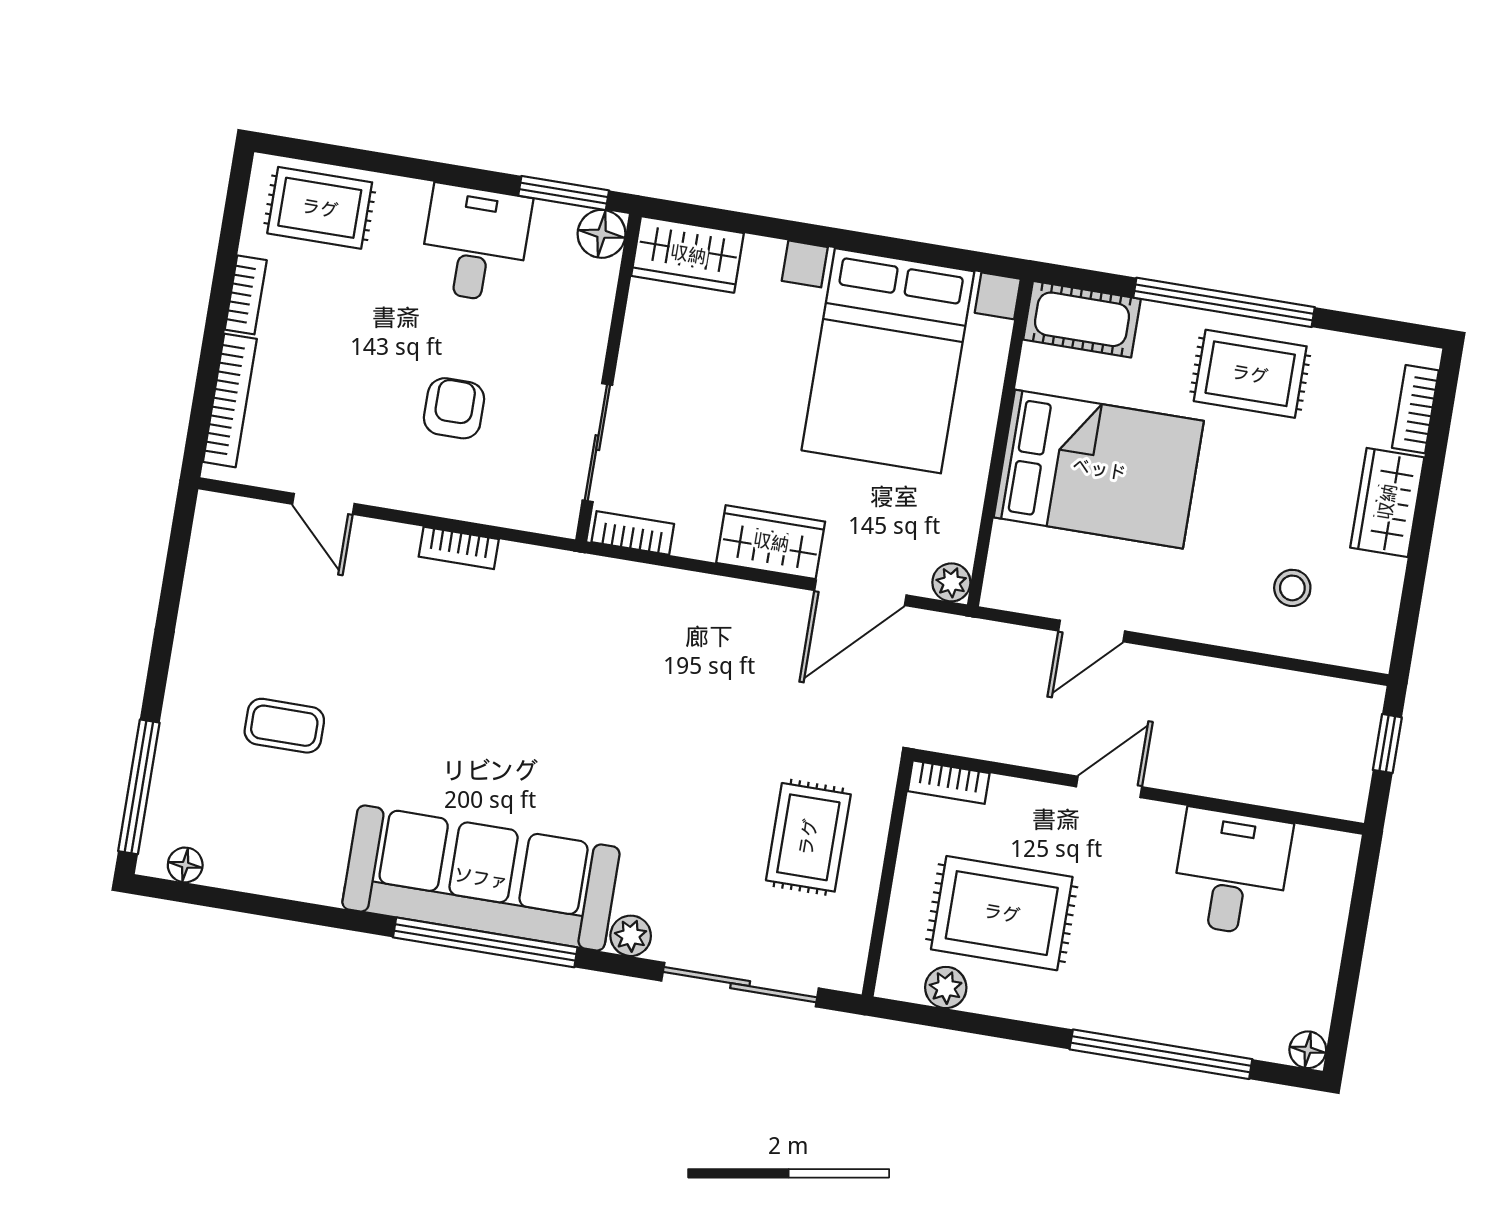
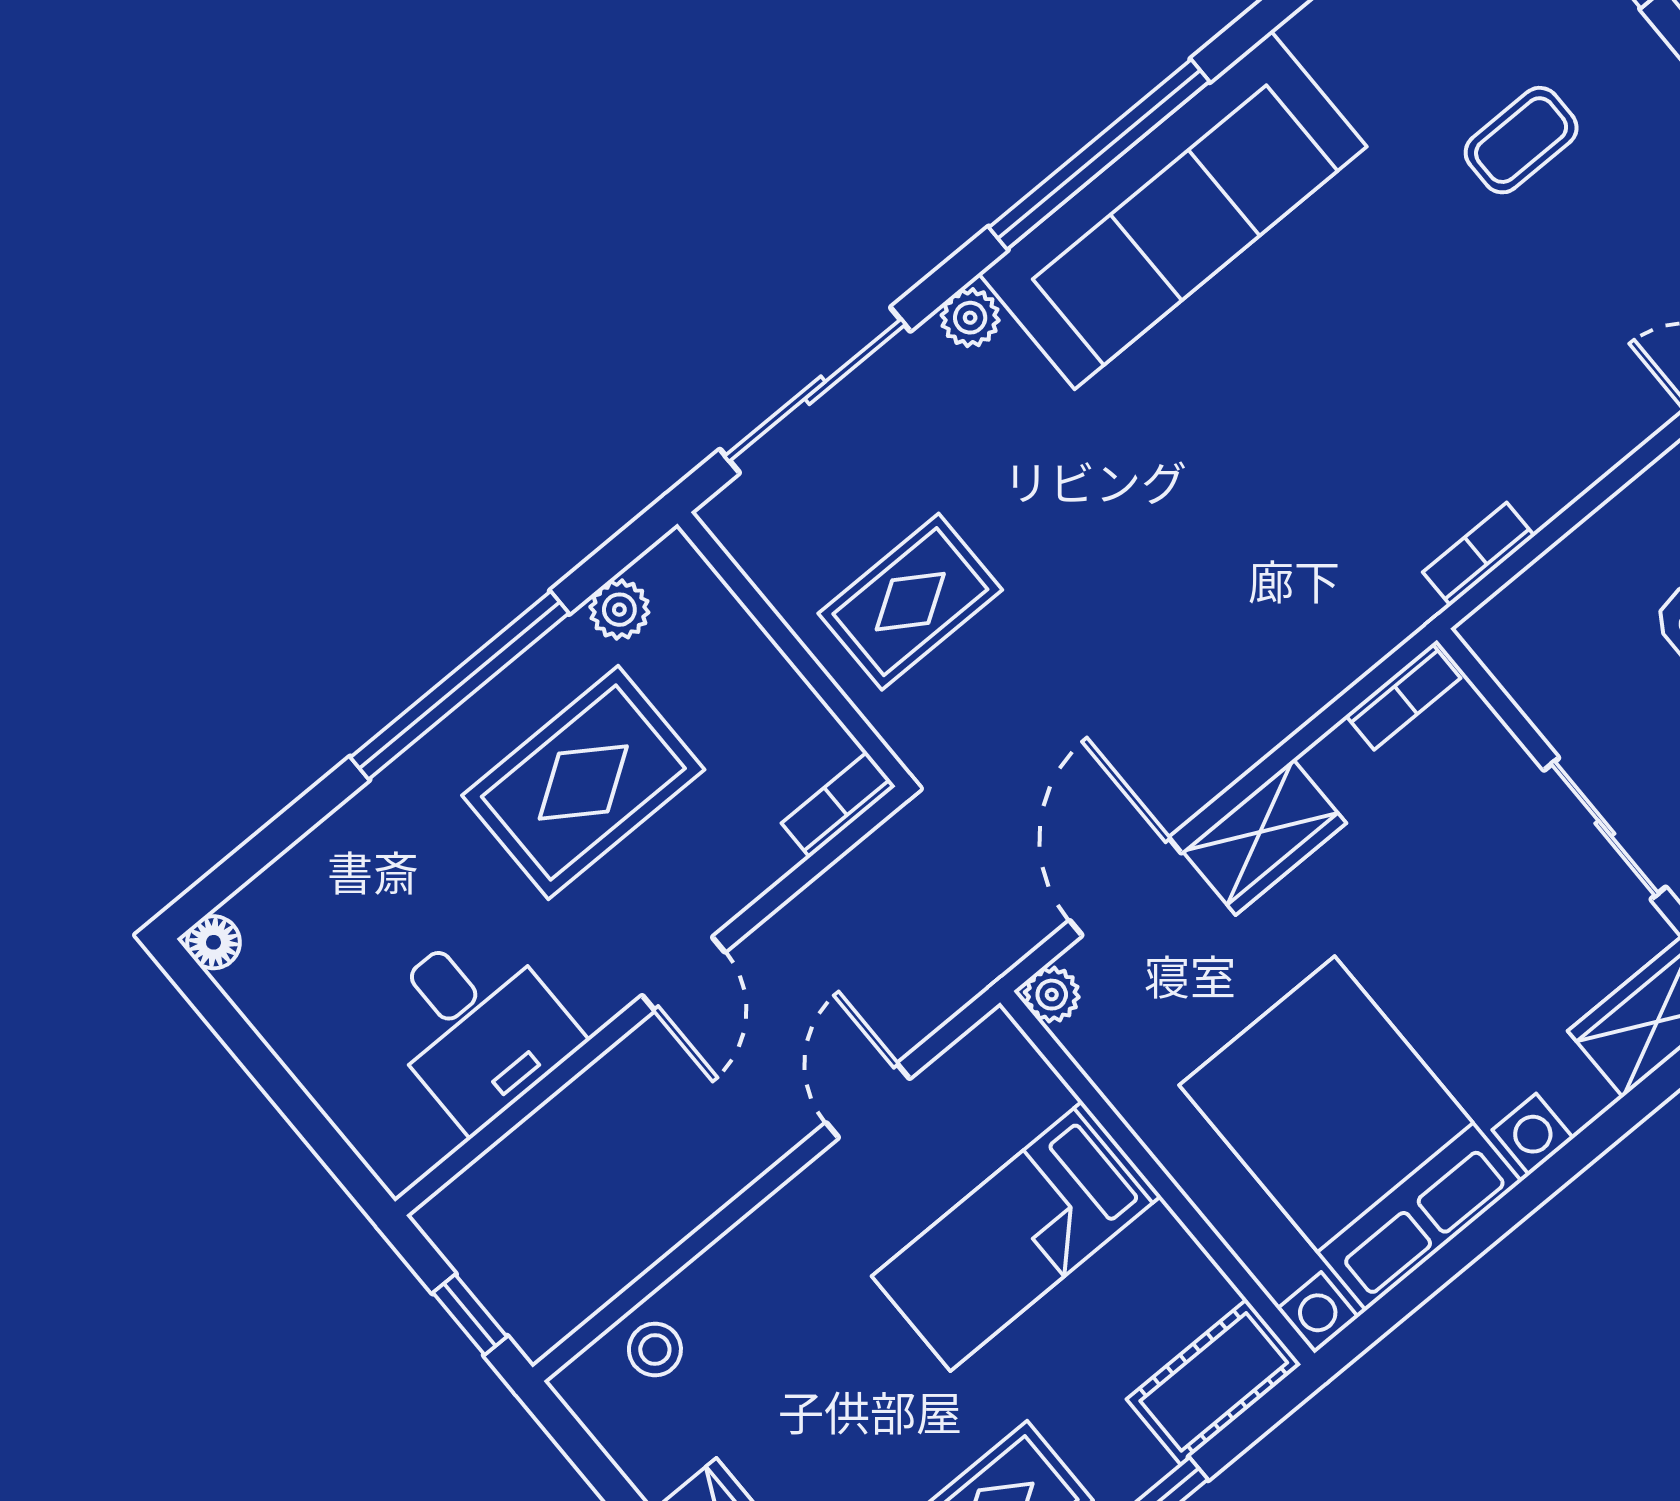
sliding door: (597, 443) -> (1605, 829), moved
bed: (1099, 469) -> (1016, 1236), width x0.67
bookcase: (459, 548) -> (1479, 554), moved
stool: (1292, 588) -> (655, 1350), moved
rug: (808, 837) -> (910, 602), turned 90
rug: (1002, 913) -> (583, 783), moved
window: (1161, 1054) -> (460, 685), moved

